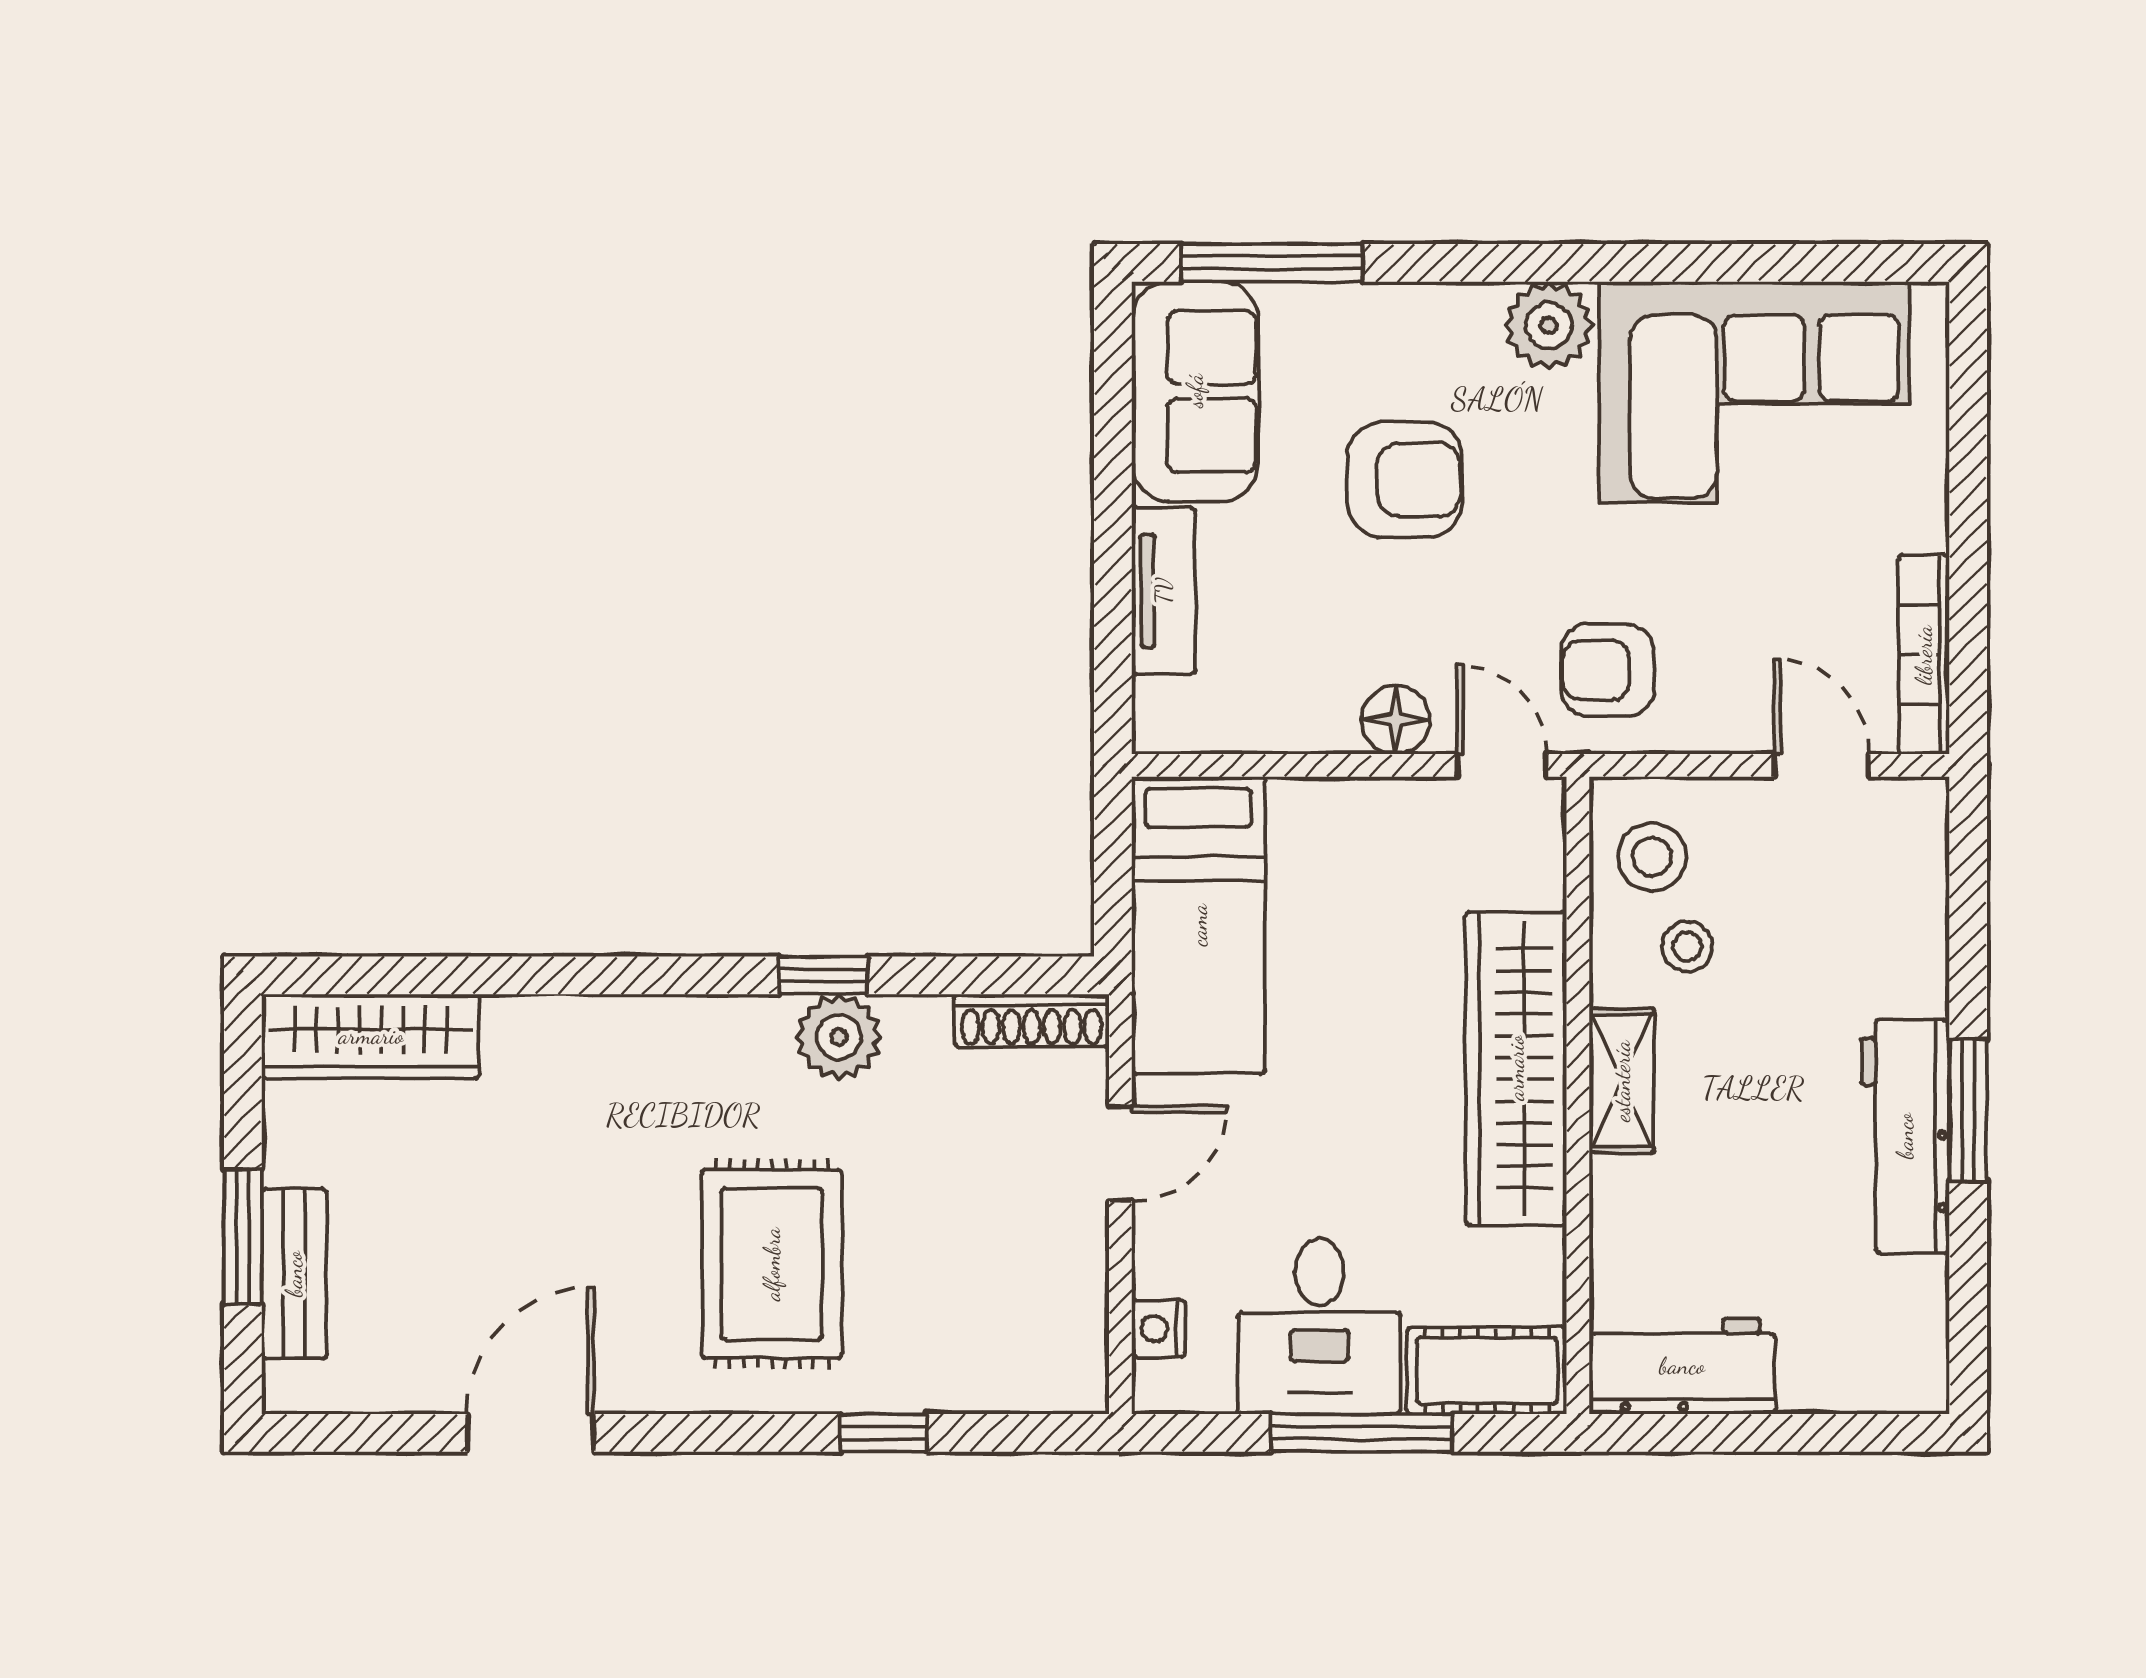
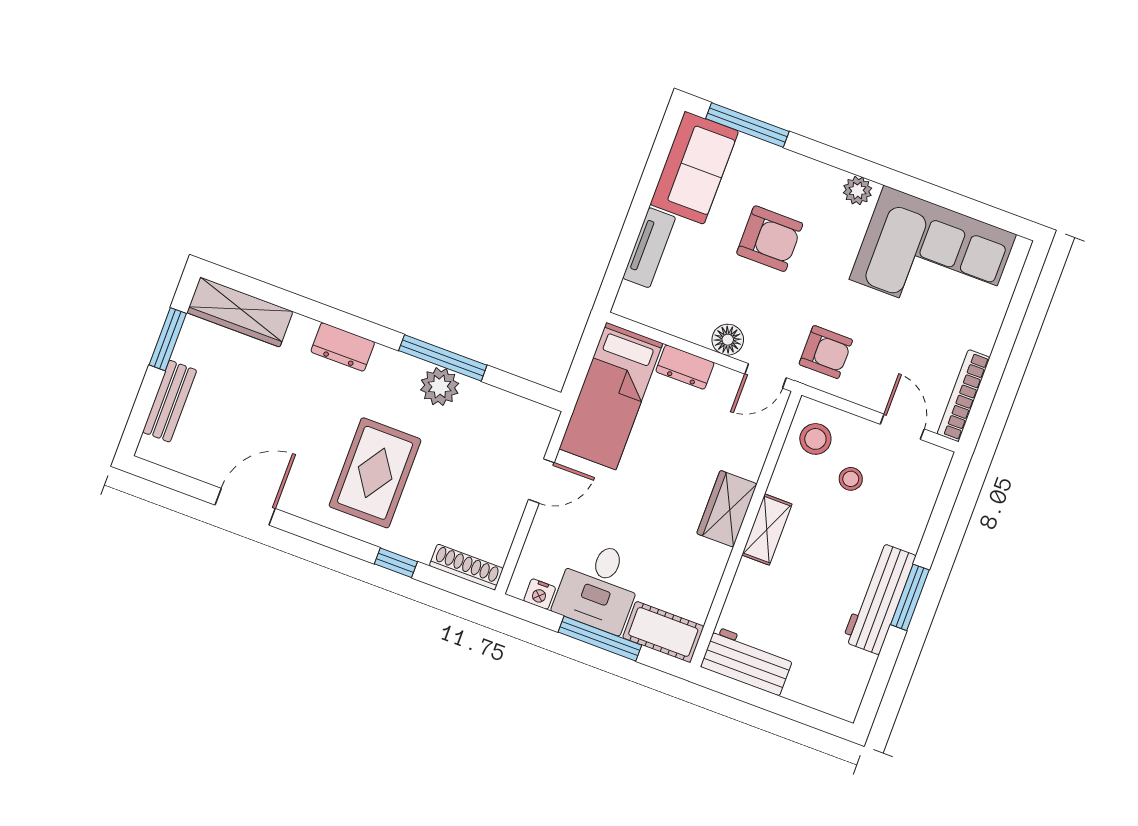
plant: (1549, 326) -> (858, 191), width x0.73, depth x0.73
armchair: (1607, 670) -> (826, 352), turned 180
door: (1501, 765) -> (766, 376), swing flipped
dresser: (1329, 809) -> (685, 367), added
stool: (1687, 947) -> (851, 479), moved
window: (823, 975) -> (443, 358), width x2.17
shoe rack: (1032, 1020) -> (466, 567), moved, turned 180
dresser: (609, 1029) -> (343, 347), added
wardrobe: (1516, 1068) -> (727, 509), width x0.48, depth x0.85
window: (243, 1237) -> (168, 339), moved
nightstand: (1159, 1329) -> (540, 594), moved, turned -90

